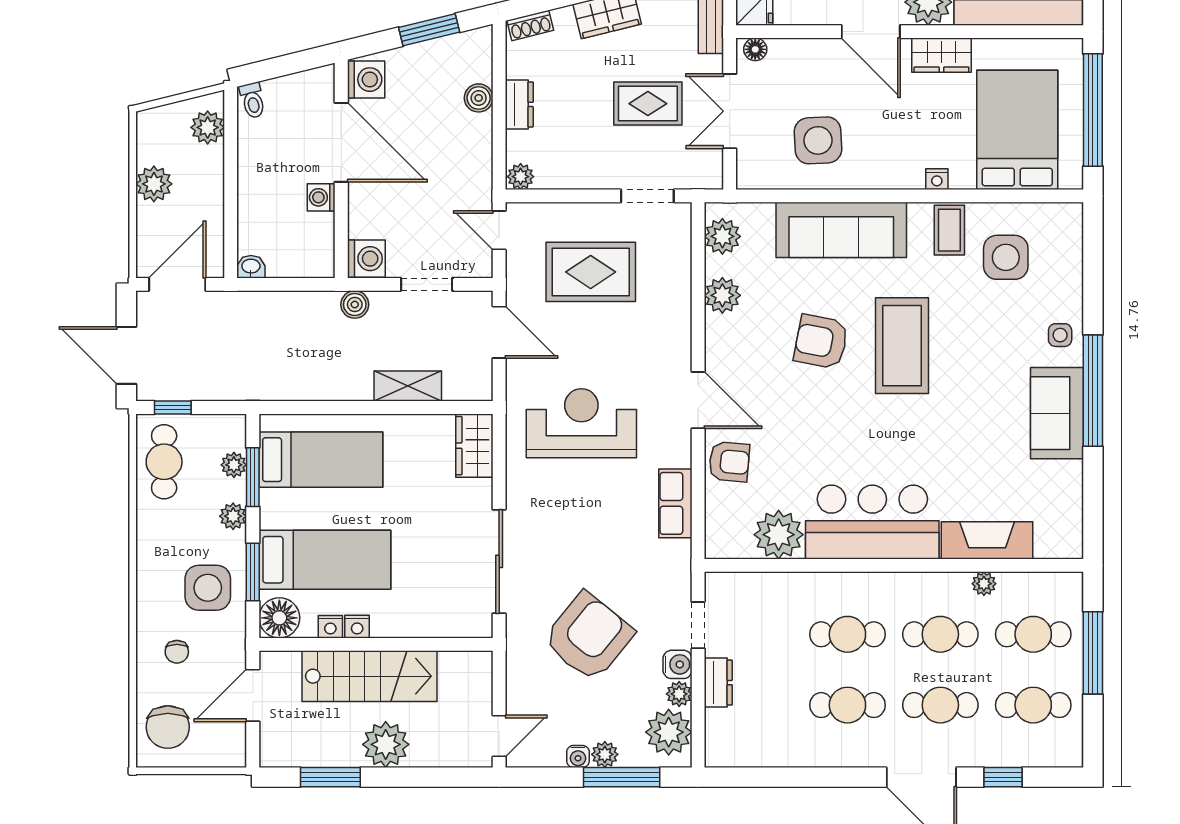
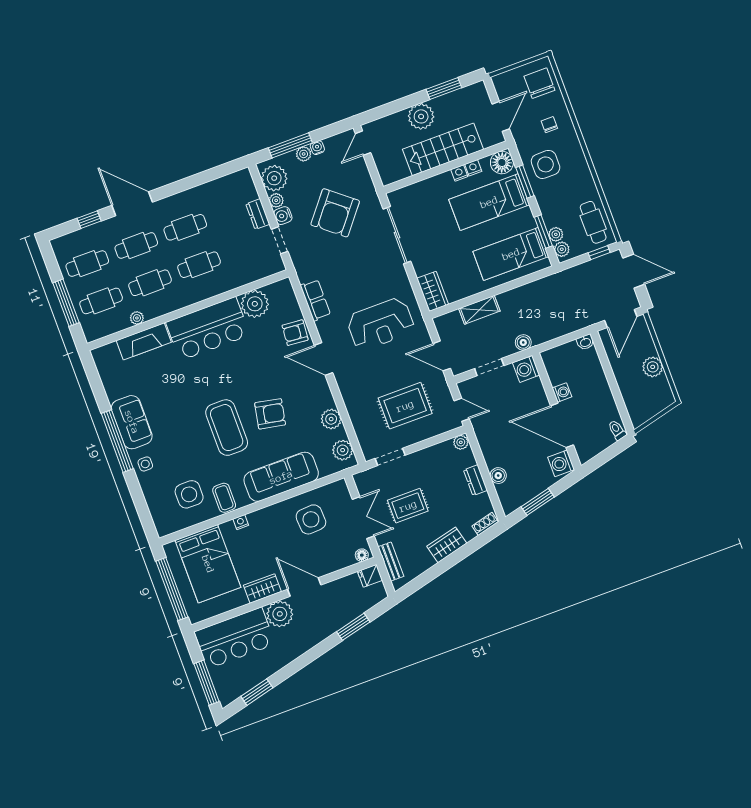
plant: (208, 127) -> (635, 407), removed
plant: (233, 516) -> (562, 249), moved

